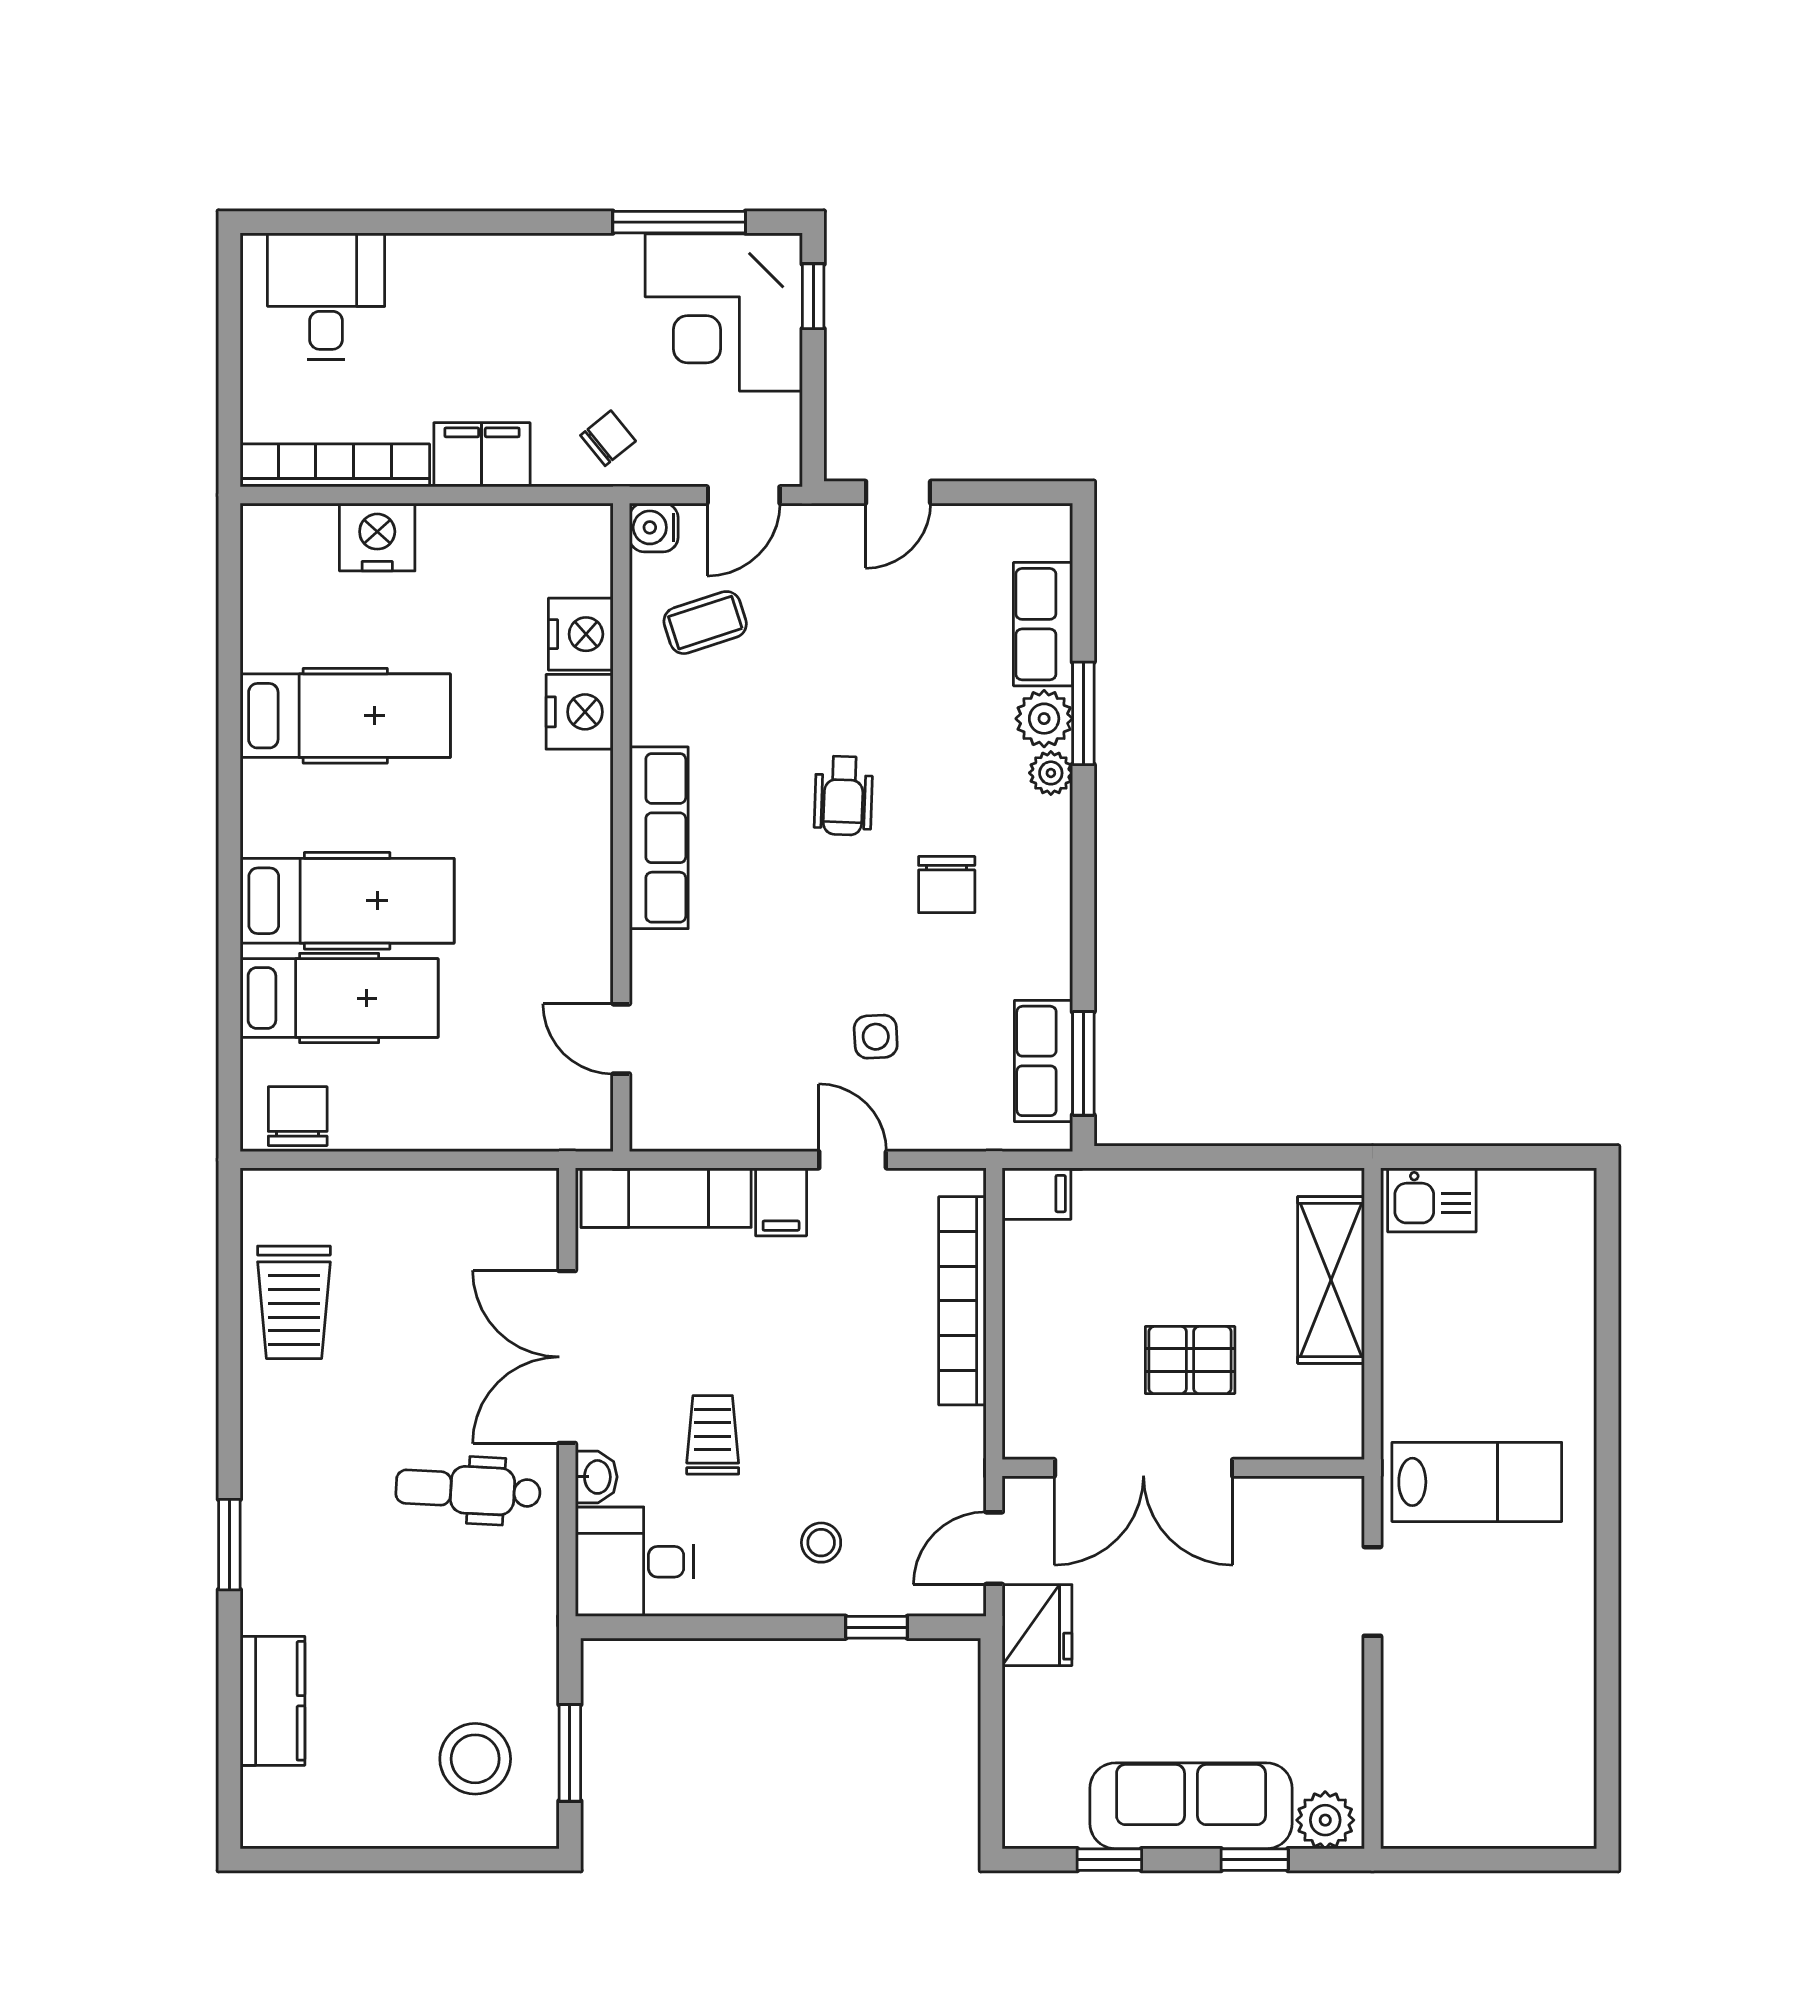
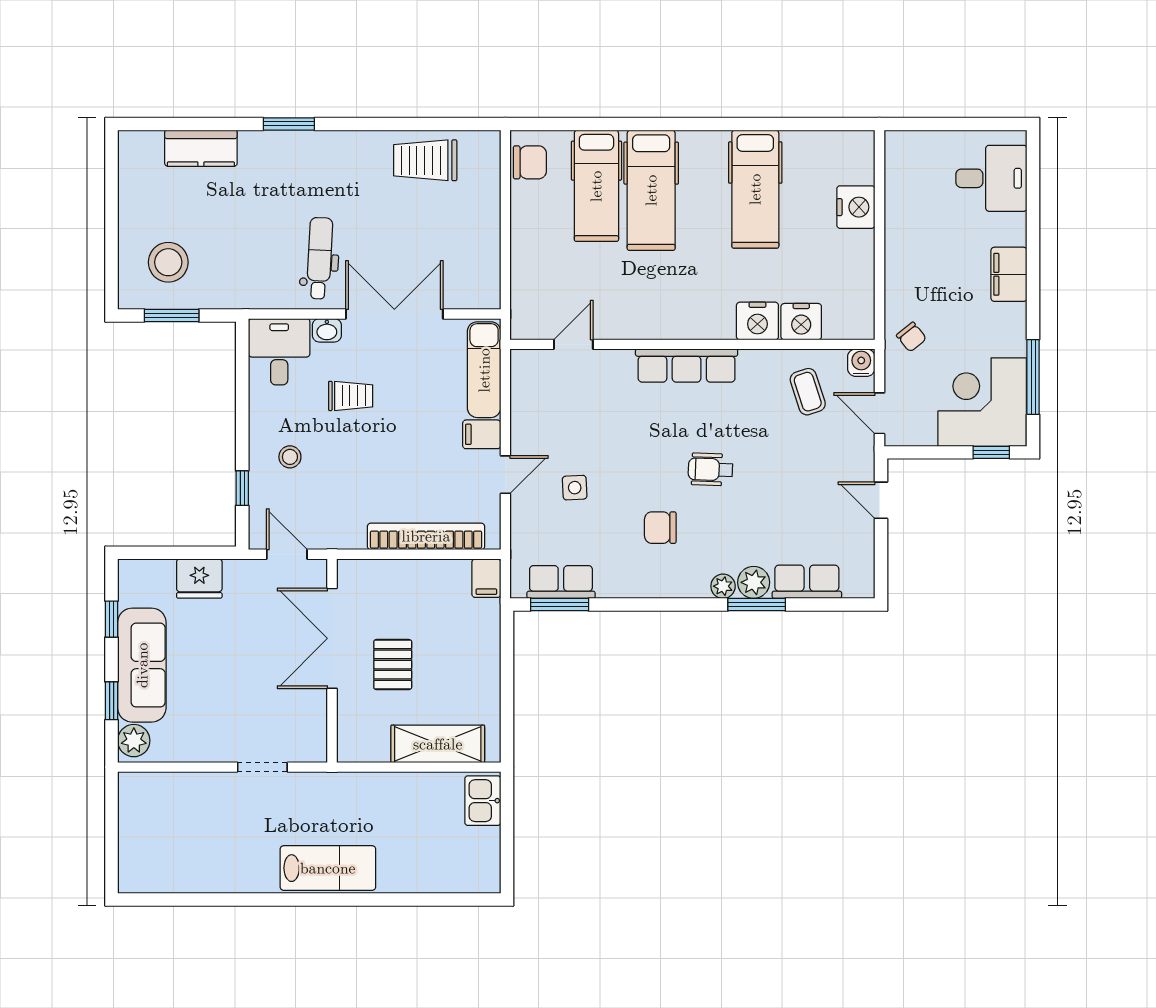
filing cabinet: (482, 455) -> (1009, 274), moved, turned 180
bookcase: (335, 465) -> (896, 183), removed
lab bench: (1477, 1482) -> (328, 868), moved, turned -90
fridge: (1037, 1625) -> (199, 578), moved

